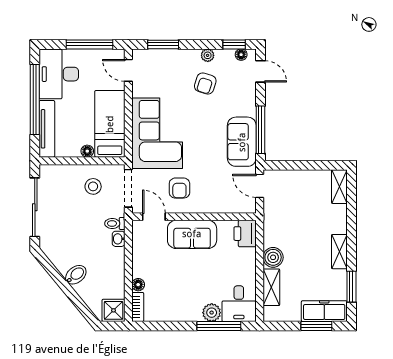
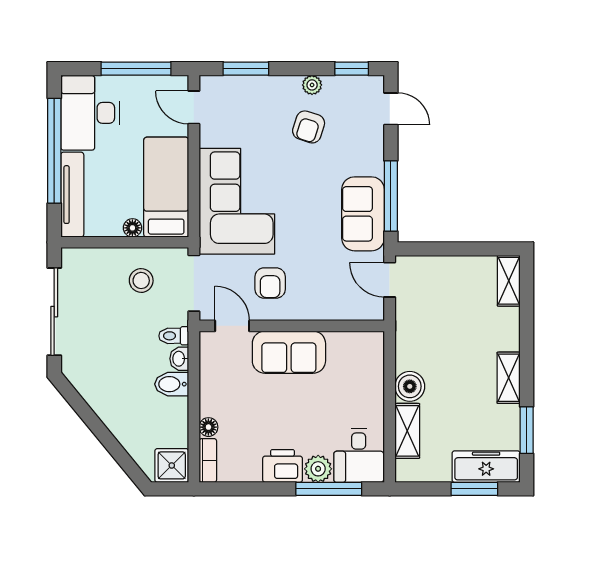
floor lamp: (241, 55) -> (362, 84), removed
printer: (245, 234) -> (283, 466), moved, turned 90
bidet: (76, 275) -> (172, 384), moved, turned -141

